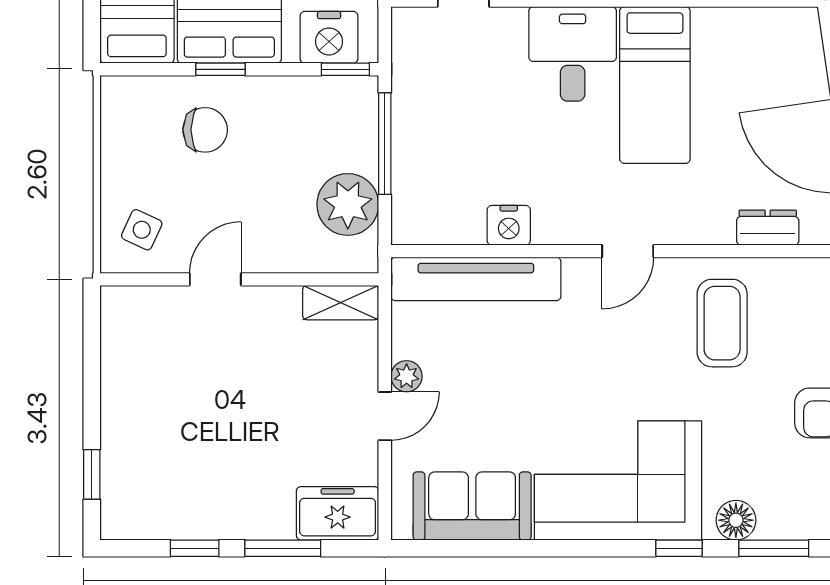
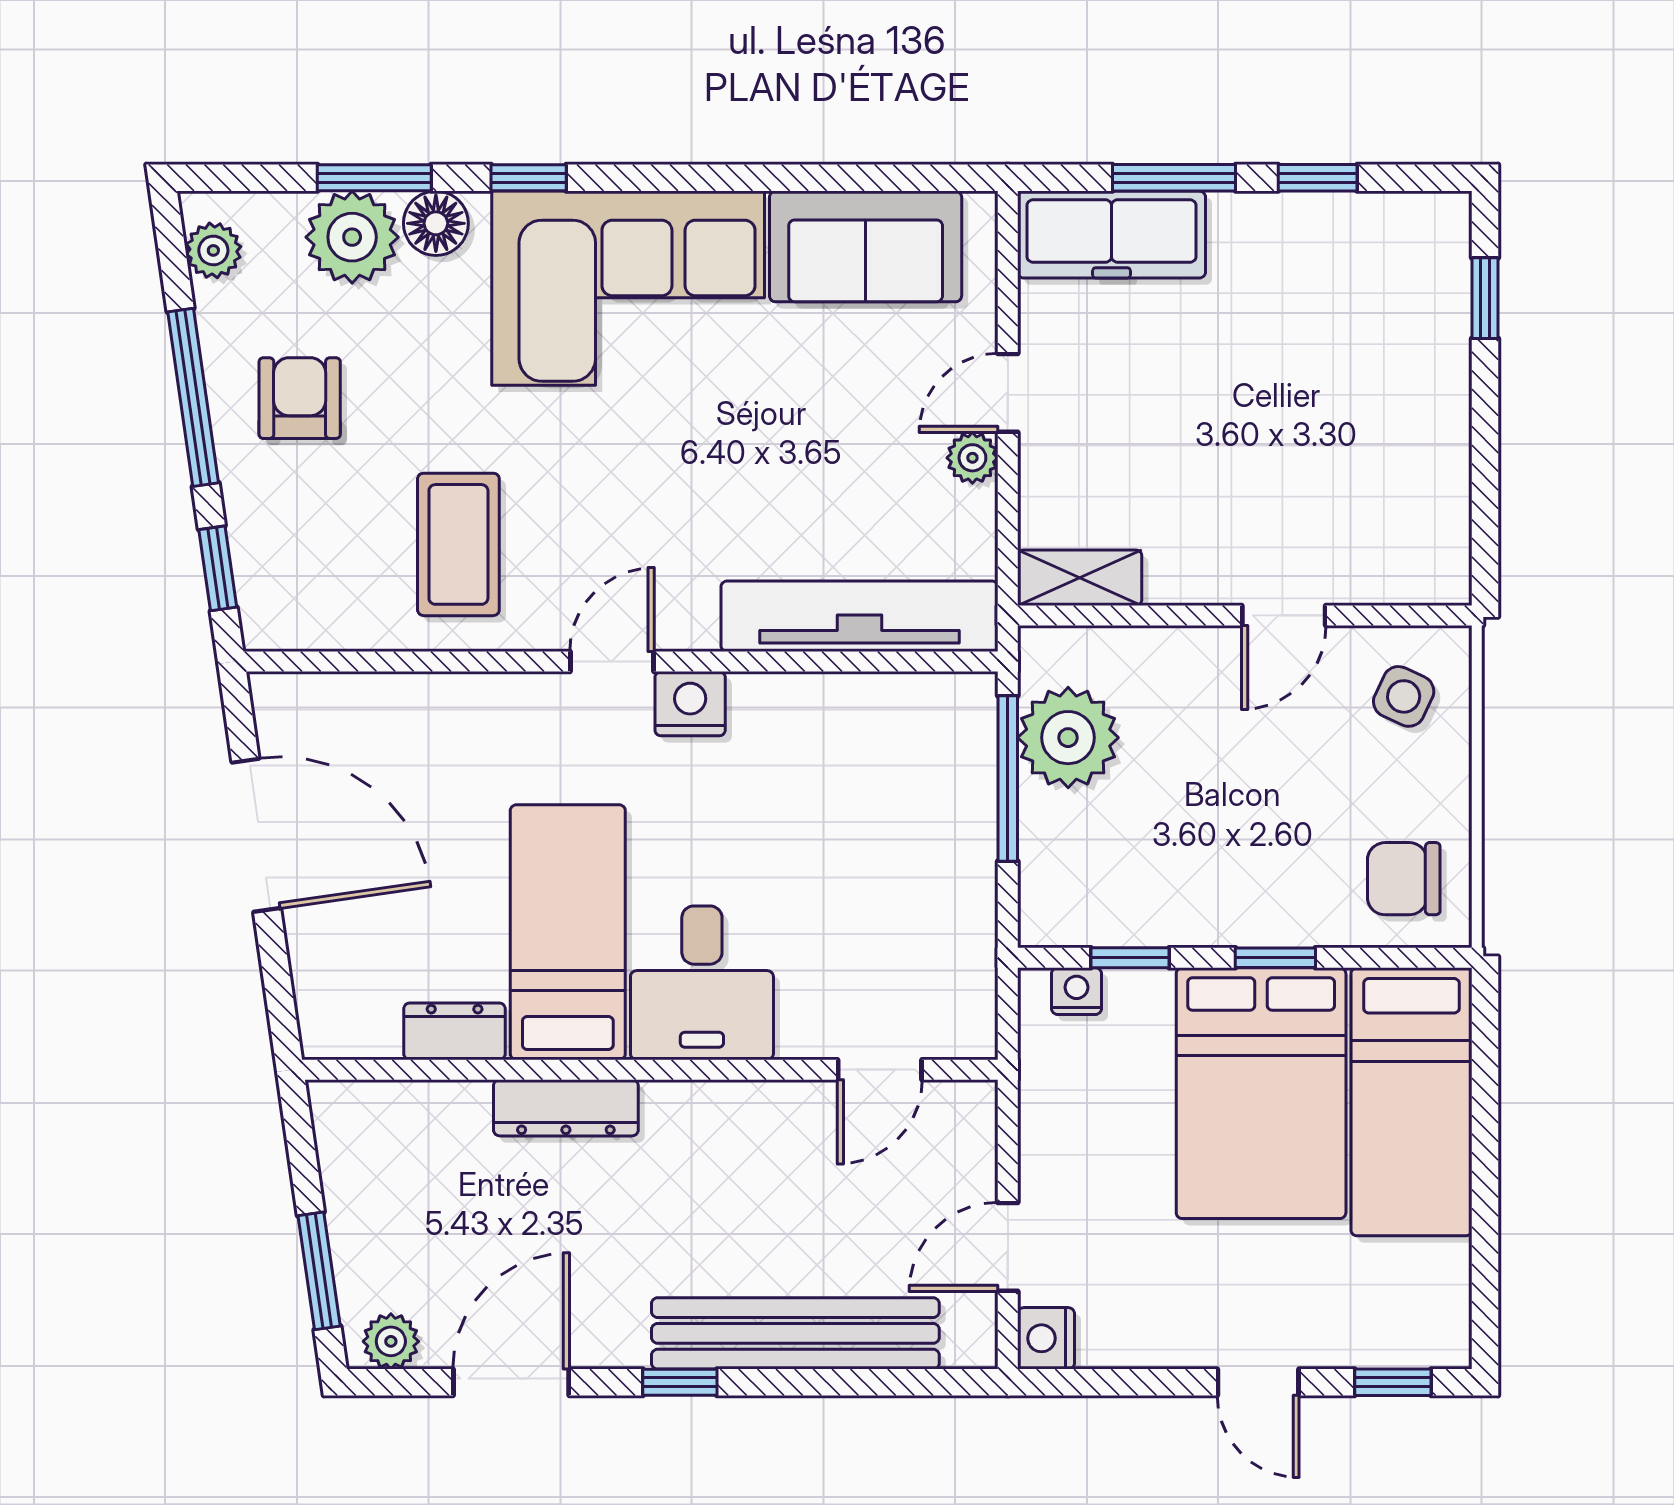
nightstand: (329, 37) -> (1077, 991), width x0.53, depth x0.56
window: (345, 69) -> (1130, 958), moved
chair: (205, 130) -> (1404, 879), moved
window: (385, 144) -> (1008, 778), moved
nightstand: (509, 225) -> (690, 704), moved
dresser: (768, 228) -> (455, 1031), moved, turned 180
plant: (787, 512) -> (352, 237), added
freezer: (338, 513) -> (1112, 235), width x1.40

